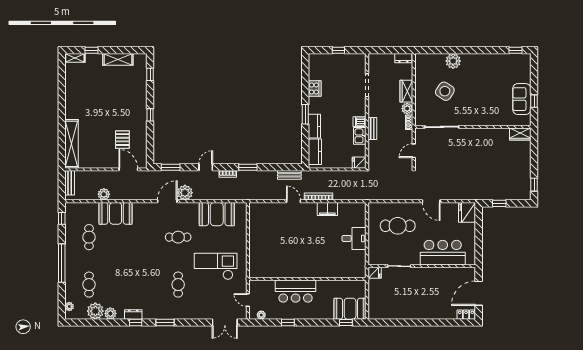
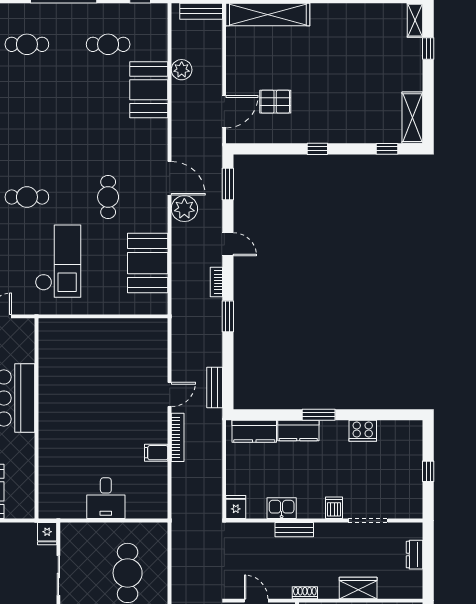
dresser: (403, 58) -> (415, 555), moved
shelving: (118, 59) -> (412, 118), moved
plant: (407, 109) -> (328, 589), removed
dishwasher: (360, 122) -> (334, 508), moved
filing cabinet: (327, 209) -> (156, 453), width x0.50

